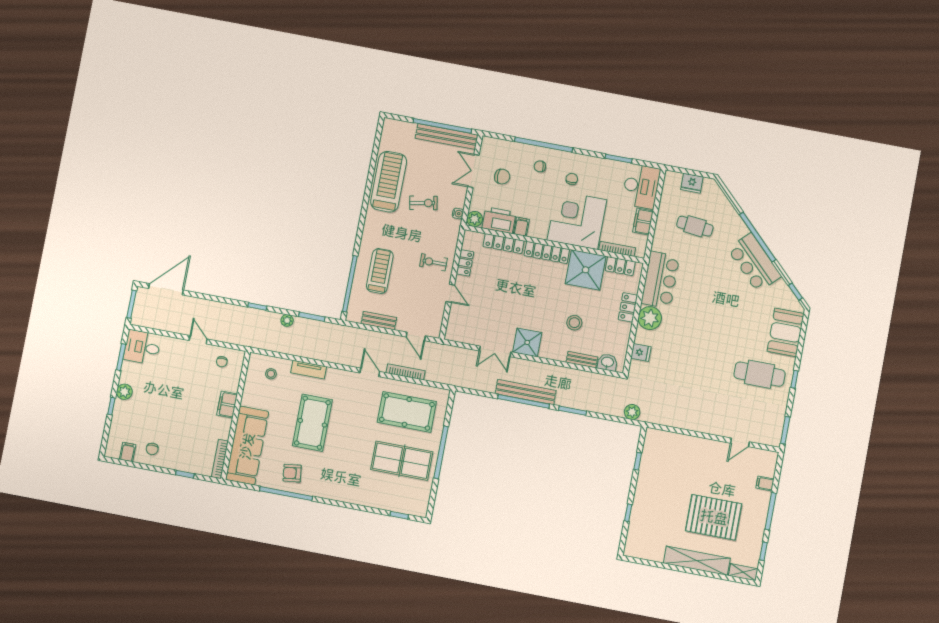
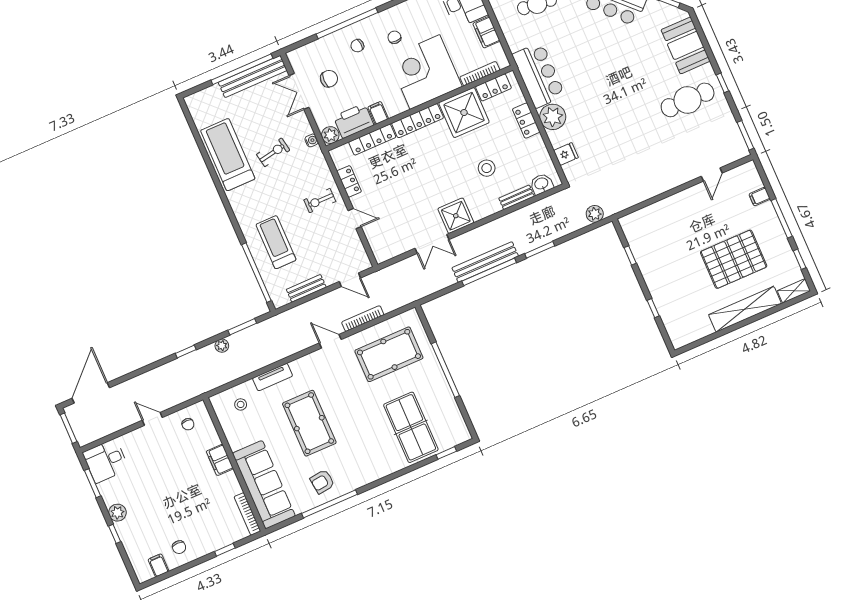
table tennis table: (402, 461) -> (411, 427), moved, turned 90

